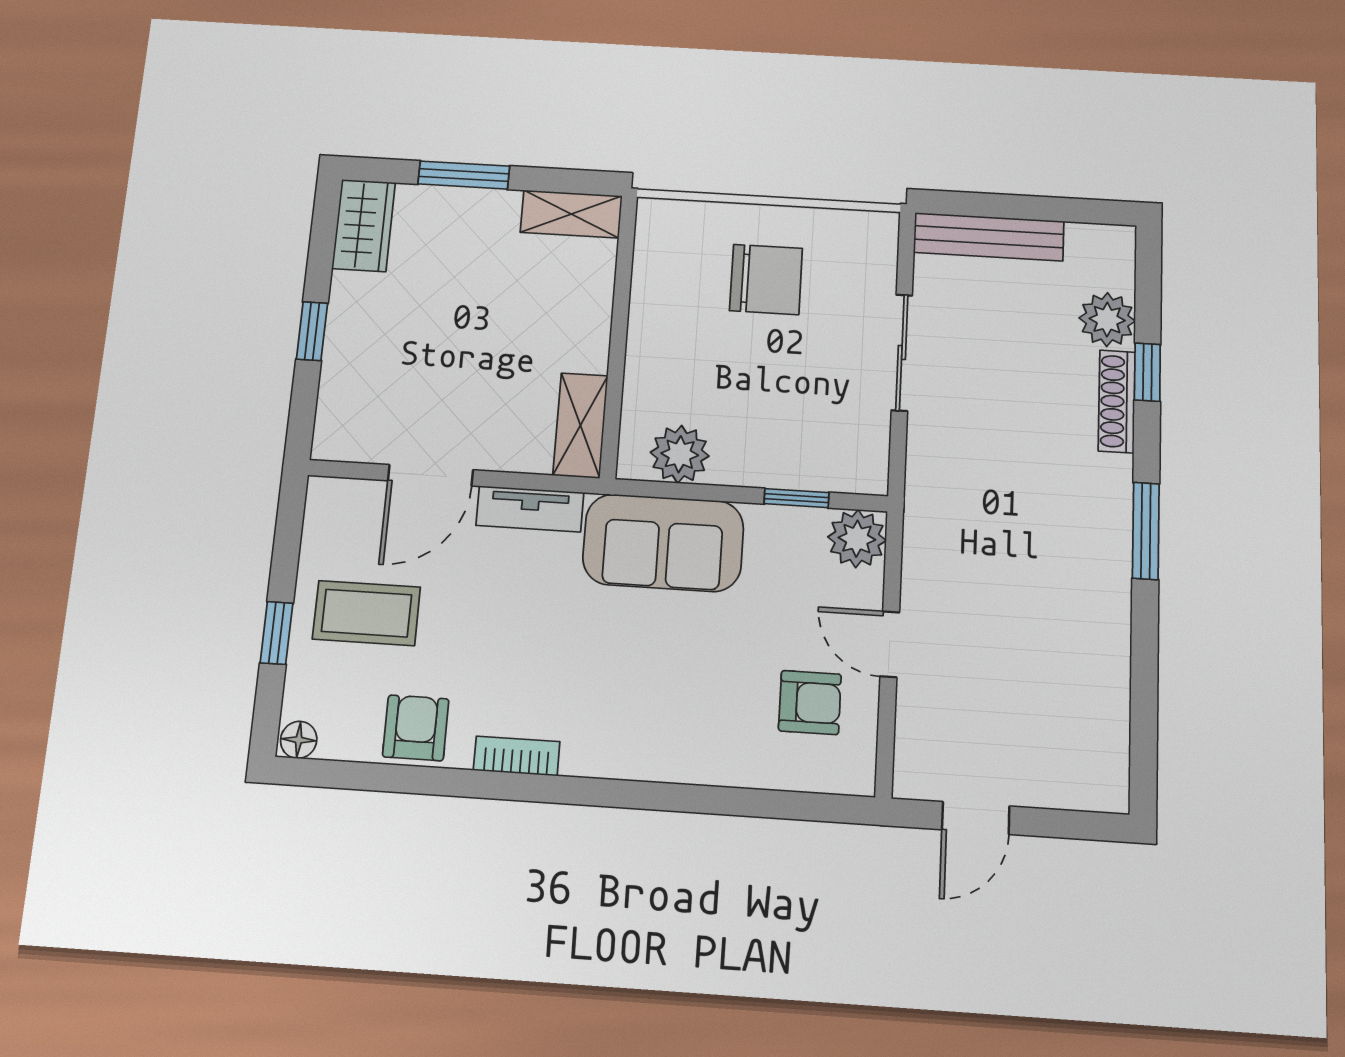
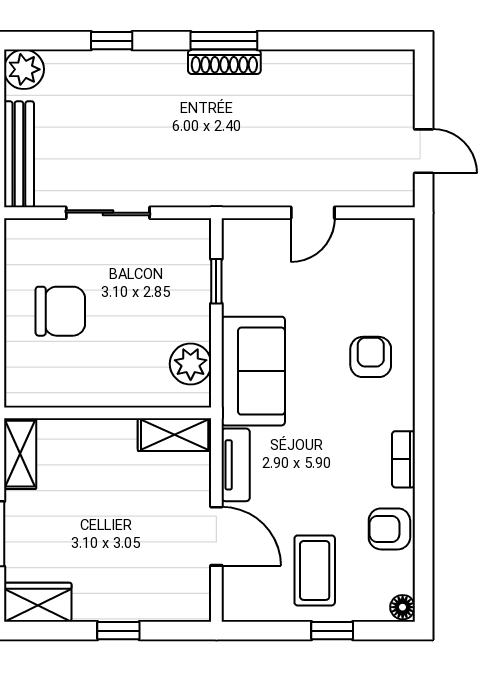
chair: (766, 279) -> (60, 311), turned 90
plant: (1107, 320) -> (24, 69), moved
shoe rack: (1117, 401) -> (224, 62), moved
plant: (857, 539) -> (242, 238), removed
armchair: (810, 702) -> (371, 357), moved

